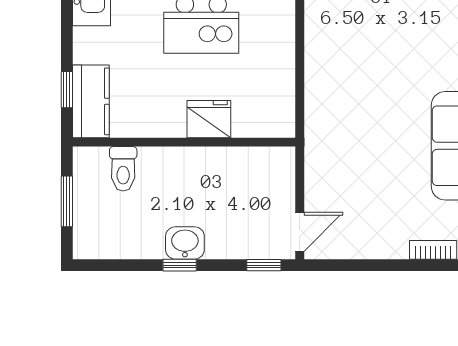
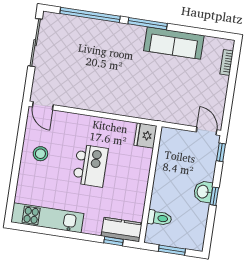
fridge: (209, 119) -> (145, 135), moved

